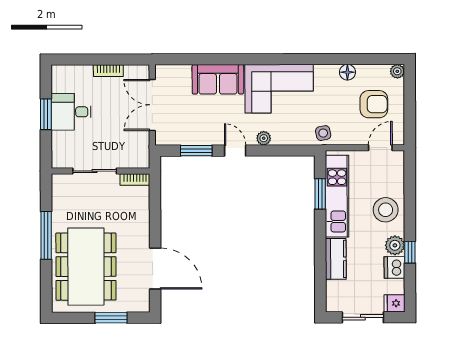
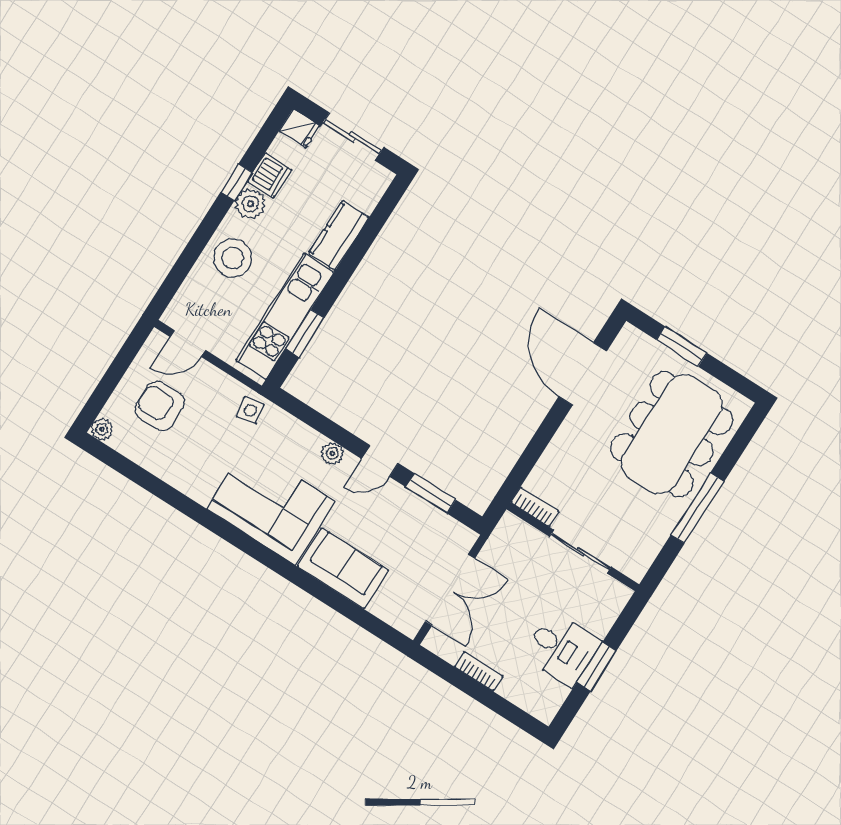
floor lamp: (347, 72) -> (168, 470), removed
door: (235, 151) -> (380, 461), hinge flipped

